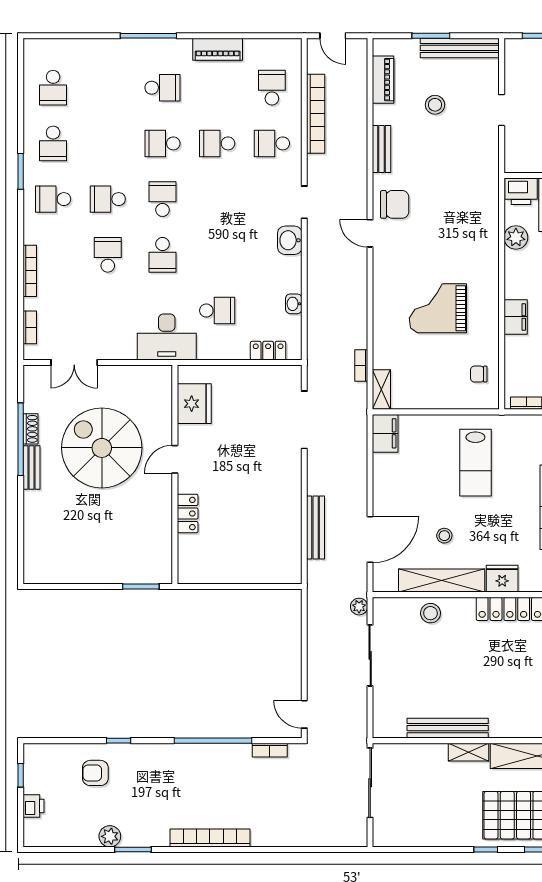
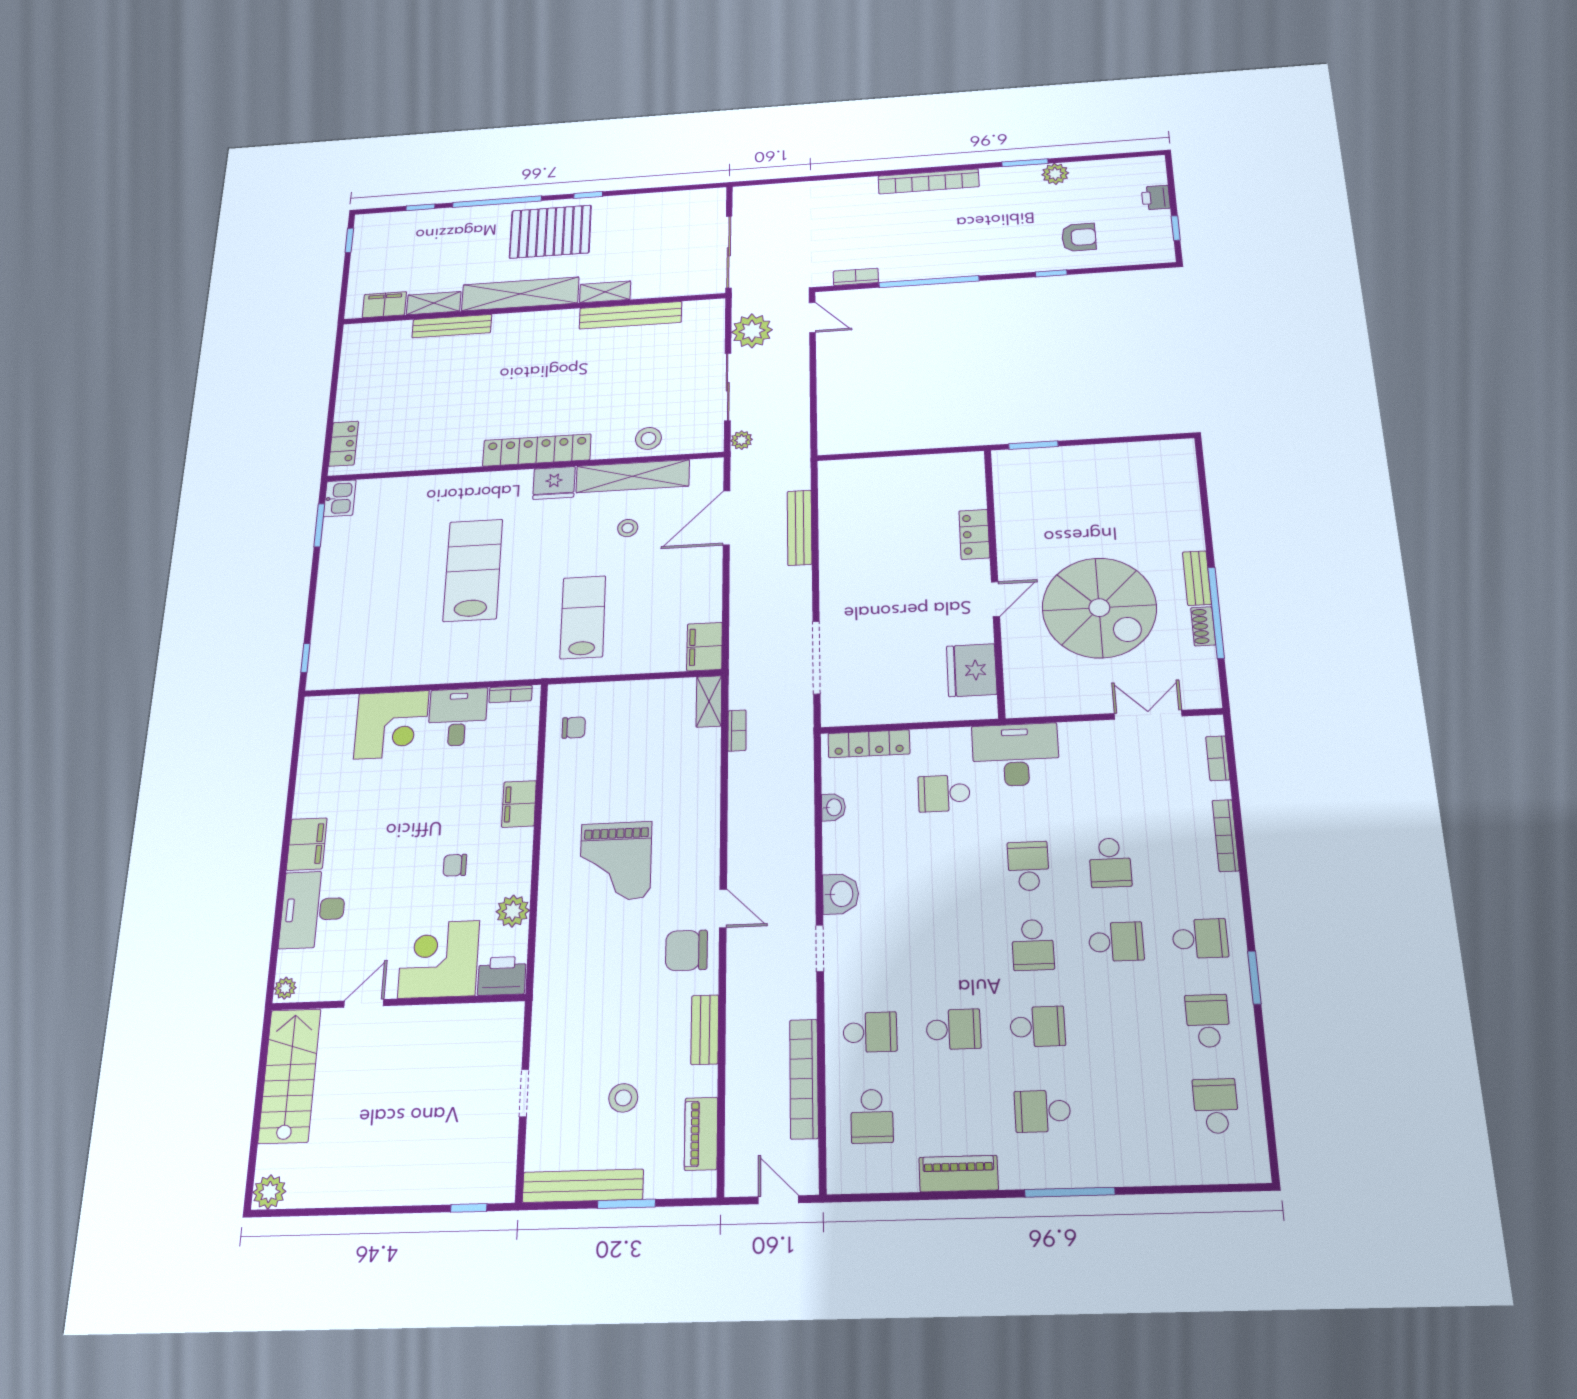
grand piano: (438, 308) -> (616, 861), moved, turned 90
locker: (268, 351) -> (869, 744), width x1.53
plant: (351, 706) -> (752, 331), added

